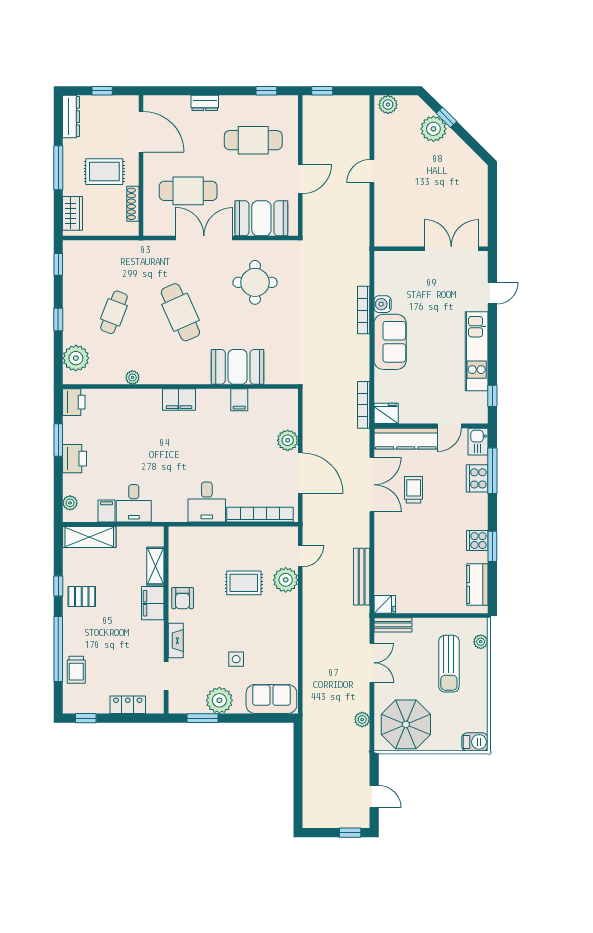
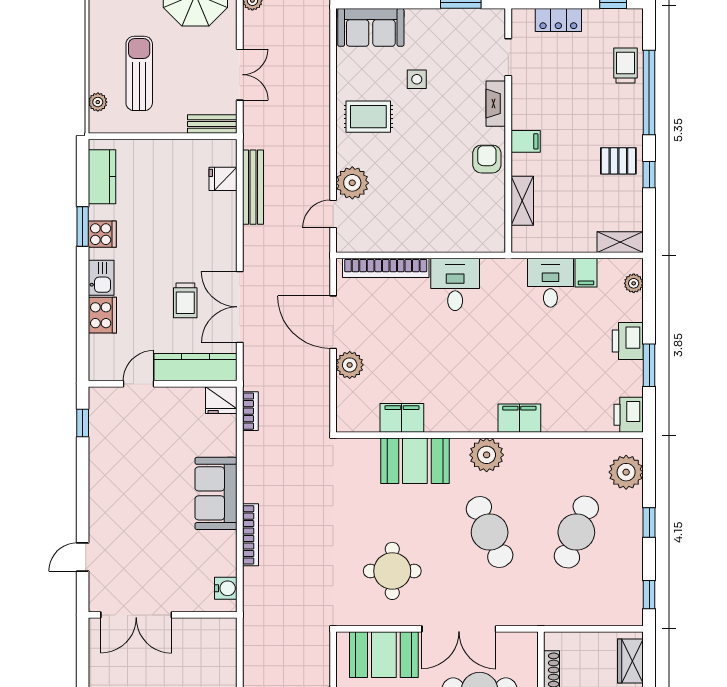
water cooler: (383, 304) -> (226, 588), moved
cafe table: (114, 312) -> (576, 532), width x1.37, depth x1.35
kitchen unit: (477, 351) -> (103, 481), removed
plant: (132, 377) -> (487, 455), moved, width x1.87, depth x1.87
filing cabinet: (179, 400) -> (519, 418), moved
filing cabinet: (239, 400) -> (402, 418), width x2.00
bookcase: (364, 405) -> (250, 411), width x0.64
kitchen sink: (478, 442) -> (101, 278), moved
window: (492, 471) -> (83, 325), removed
shelving: (89, 537) -> (620, 242), width x0.67, depth x0.75
rug: (244, 583) -> (368, 117), moved
filing cabinet: (153, 603) -> (526, 141), width x0.50
fridge: (385, 604) -> (223, 179), moved
double door: (372, 663) -> (240, 75), swing flipped
plant: (219, 700) -> (439, 26), removed

